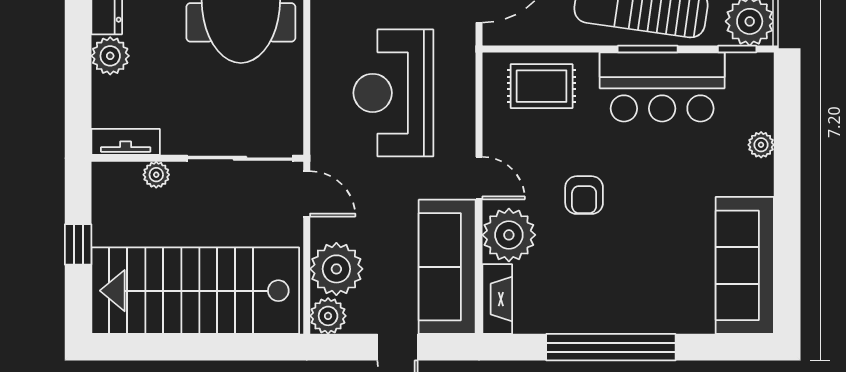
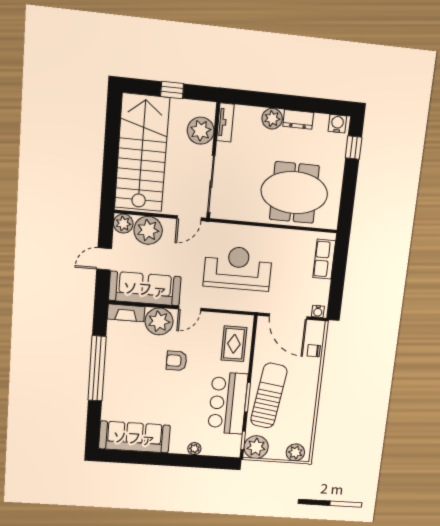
plant: (156, 175) -> (201, 131), width x1.88, depth x1.88

